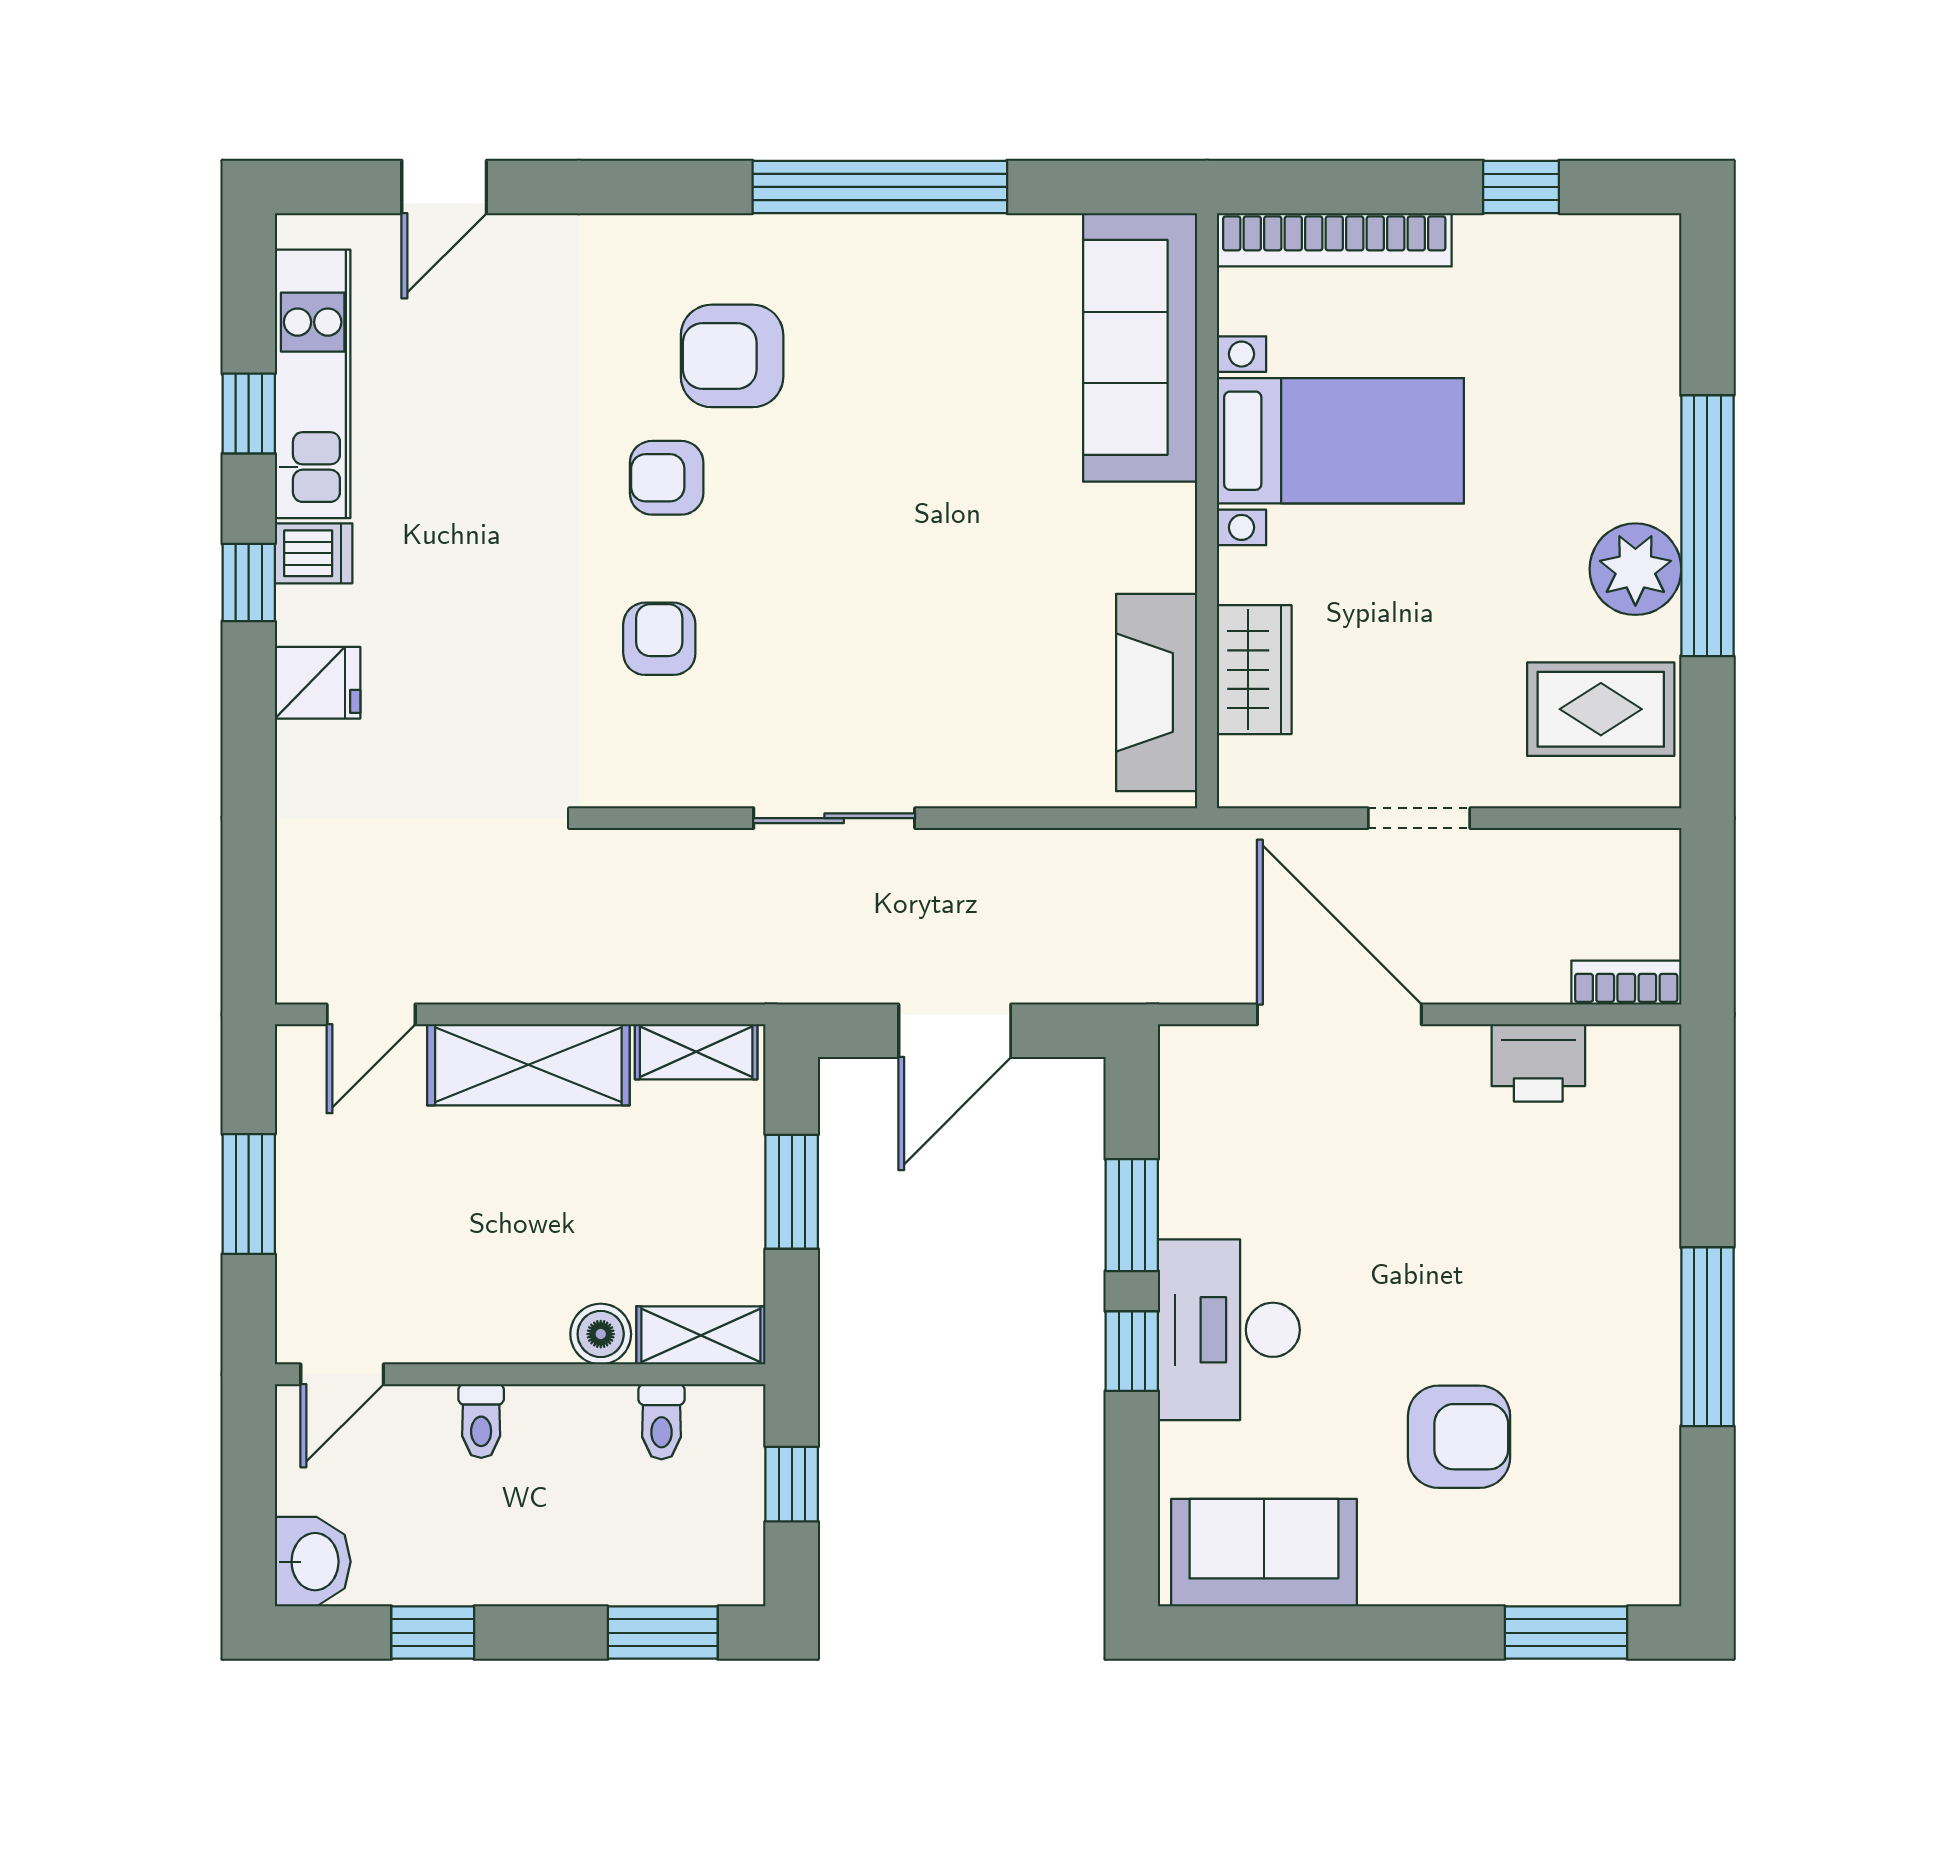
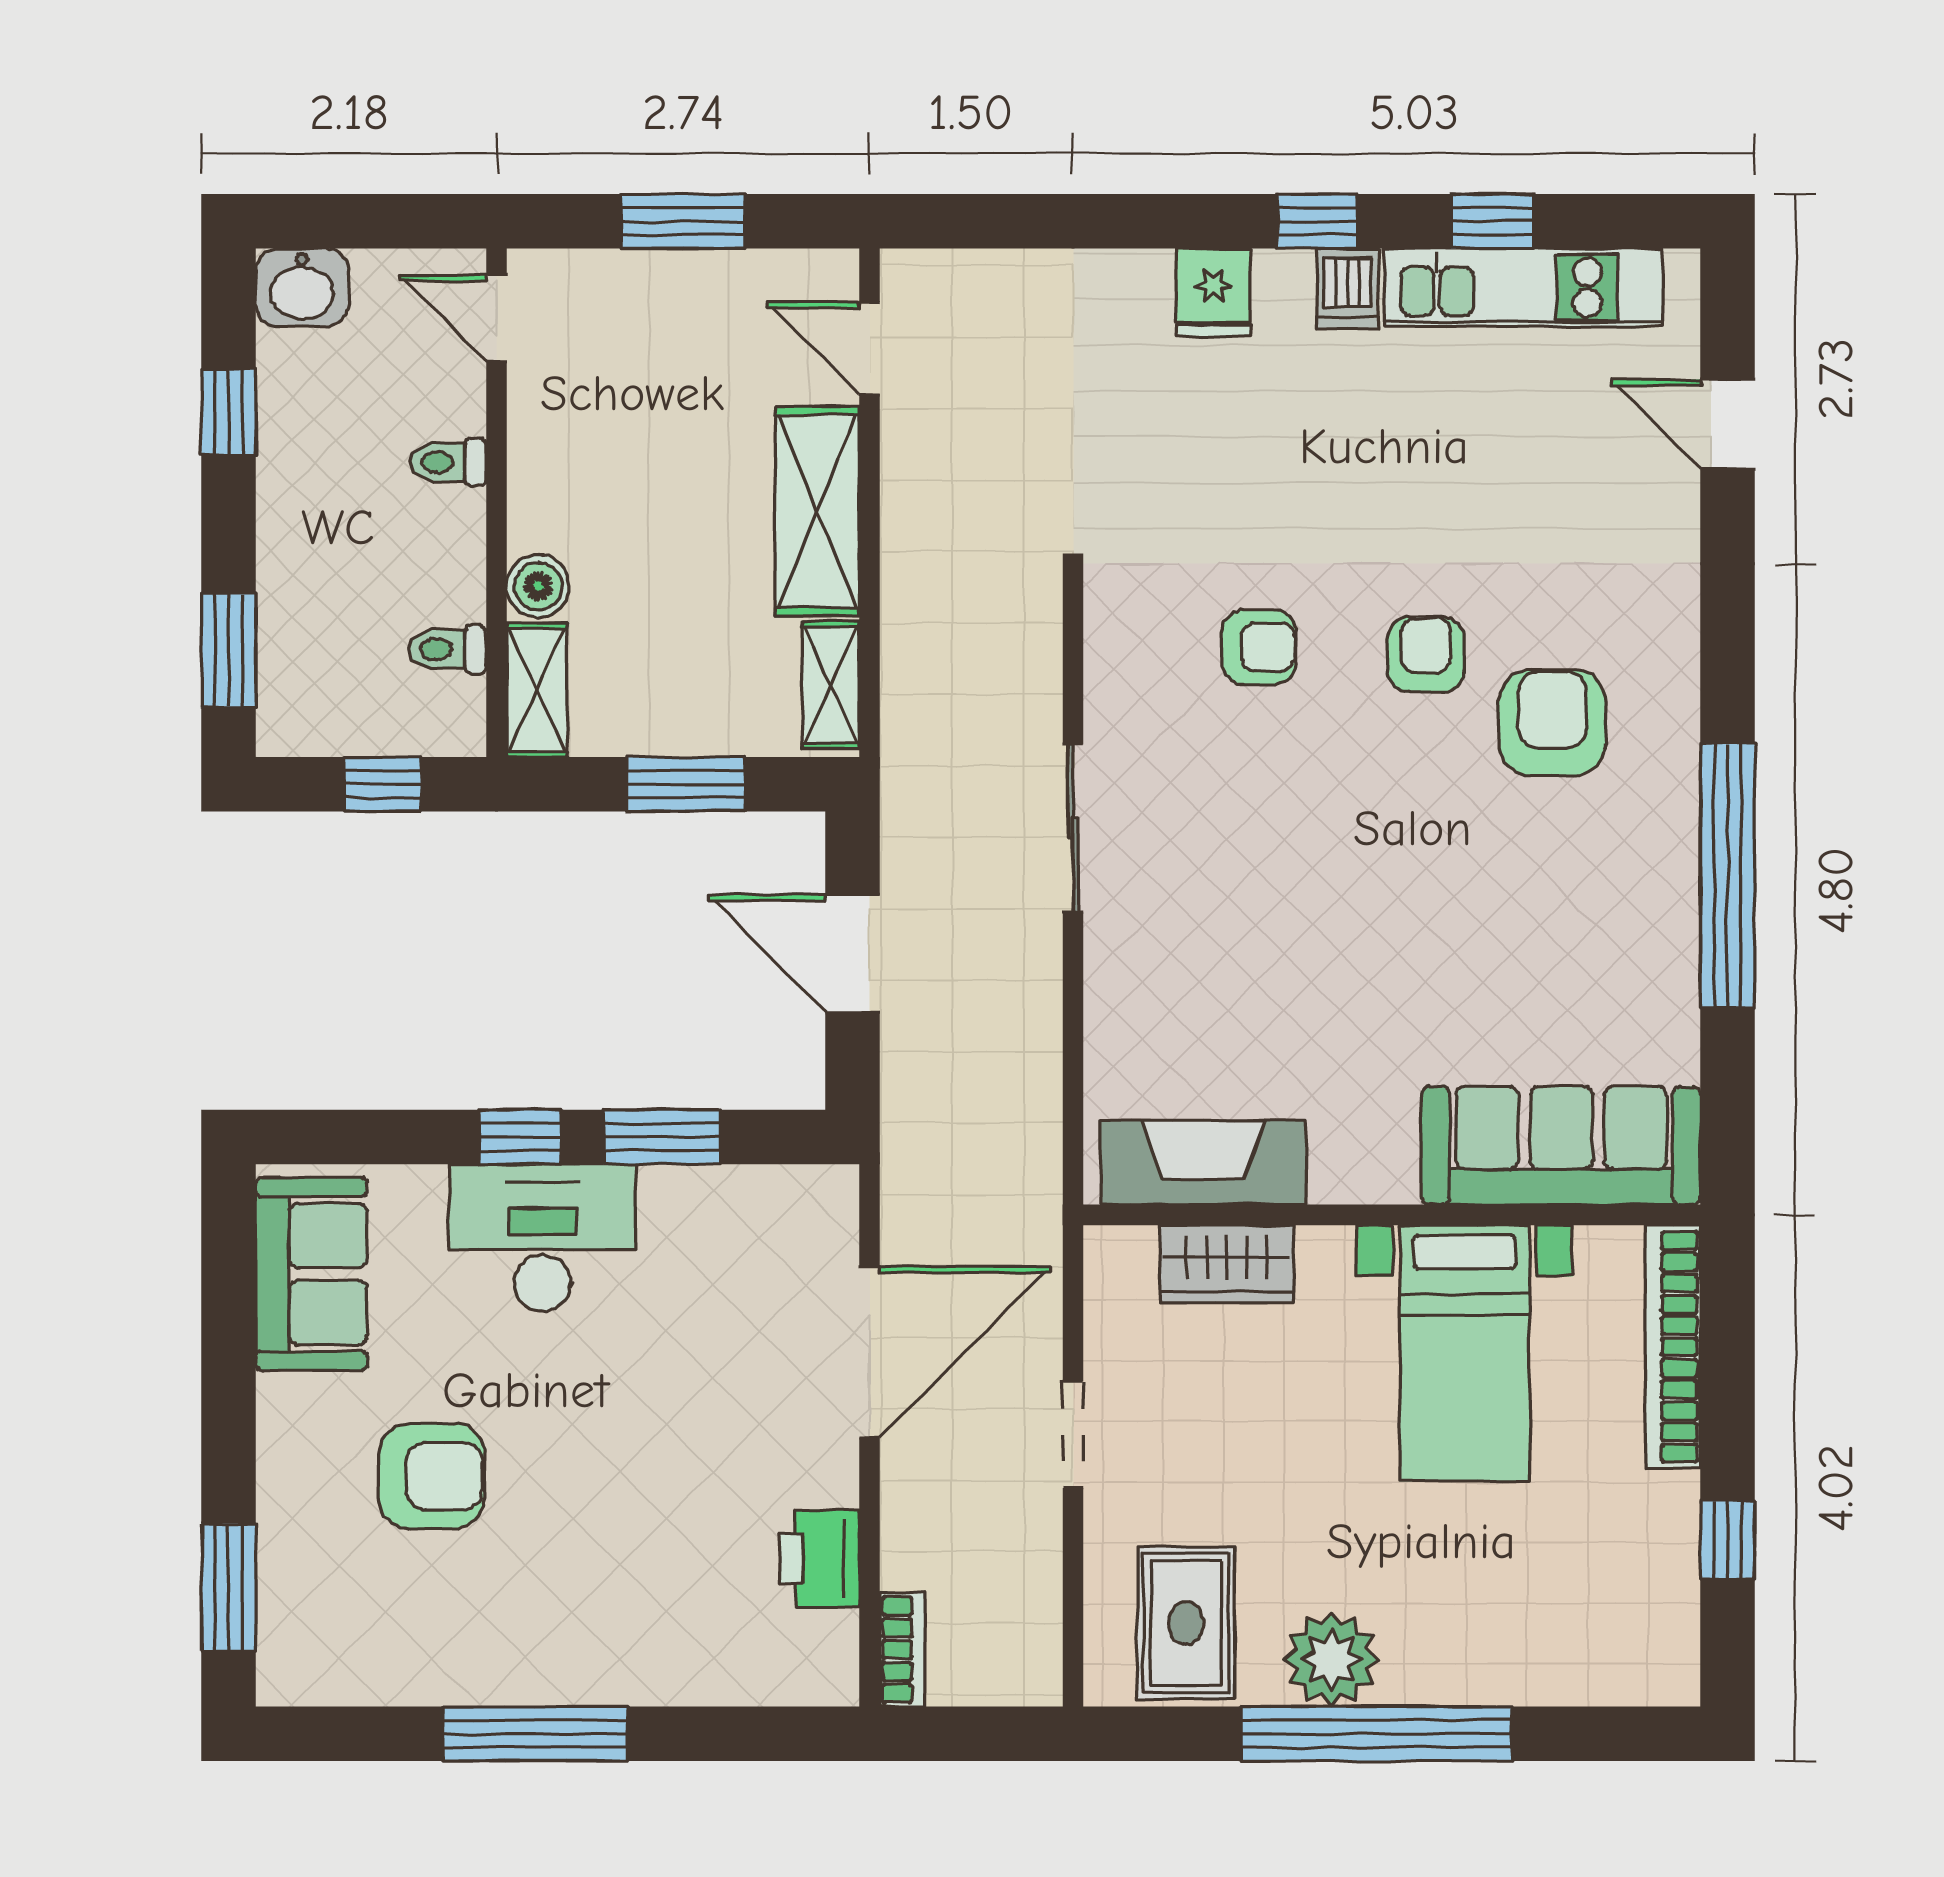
armchair: (1459, 1437) -> (432, 1476), turned -90

